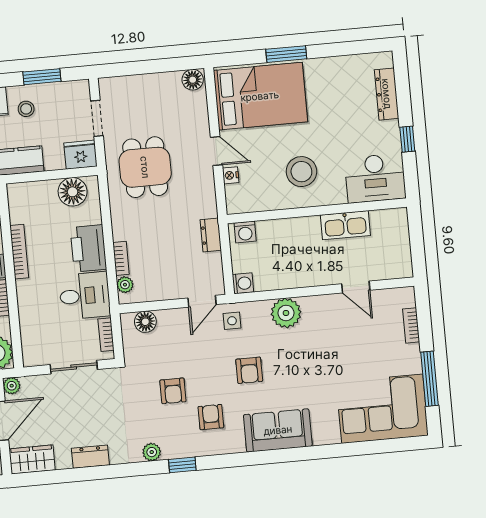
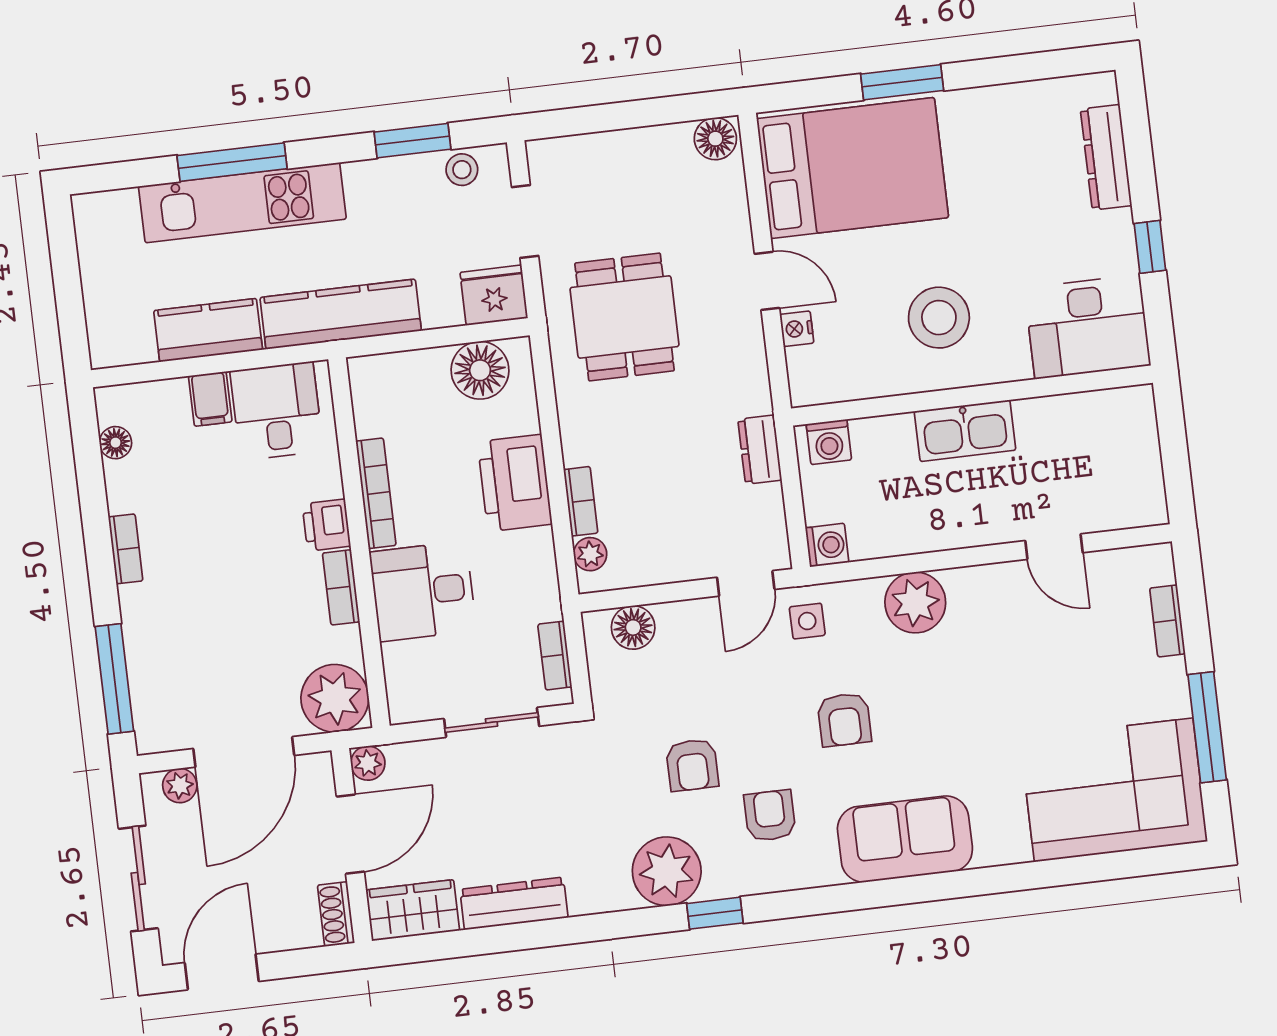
stool: (26, 109) -> (462, 170), moved
kitchen sink: (345, 225) -> (965, 431), moved
desk: (85, 296) -> (423, 591), moved, turned 180
plant: (152, 452) -> (667, 871), width x1.87, depth x1.87
dresser: (90, 457) -> (514, 903), width x1.44

